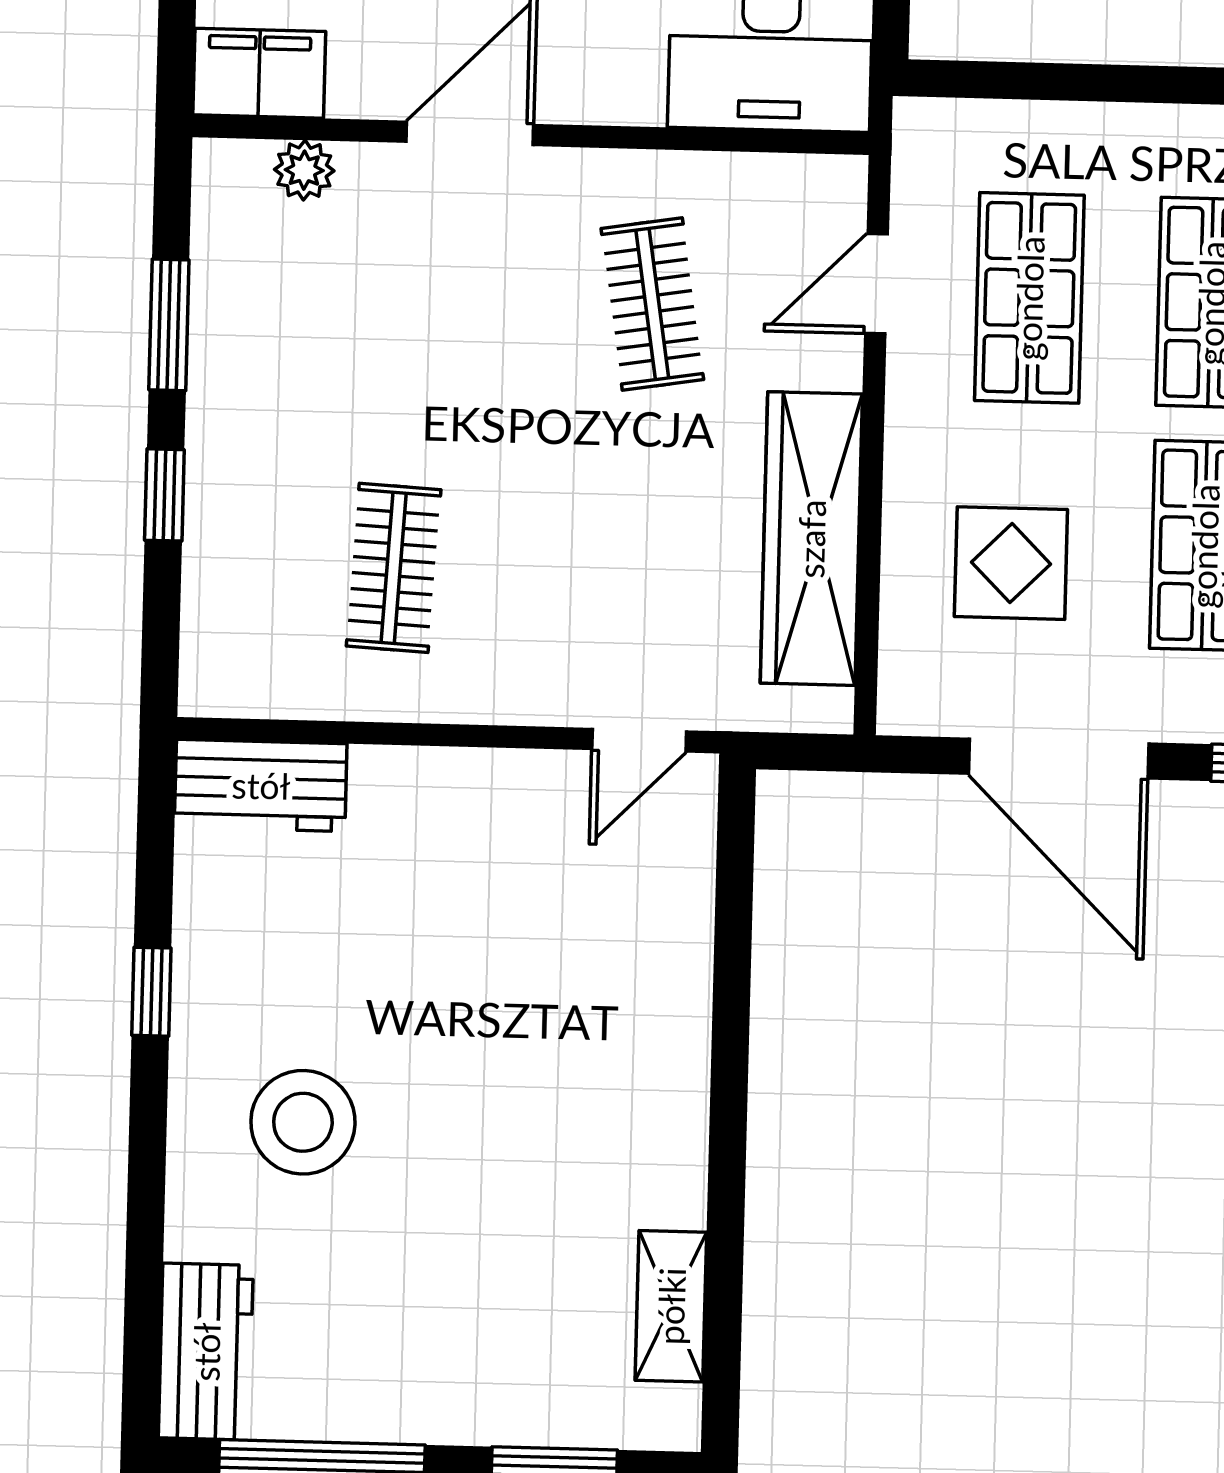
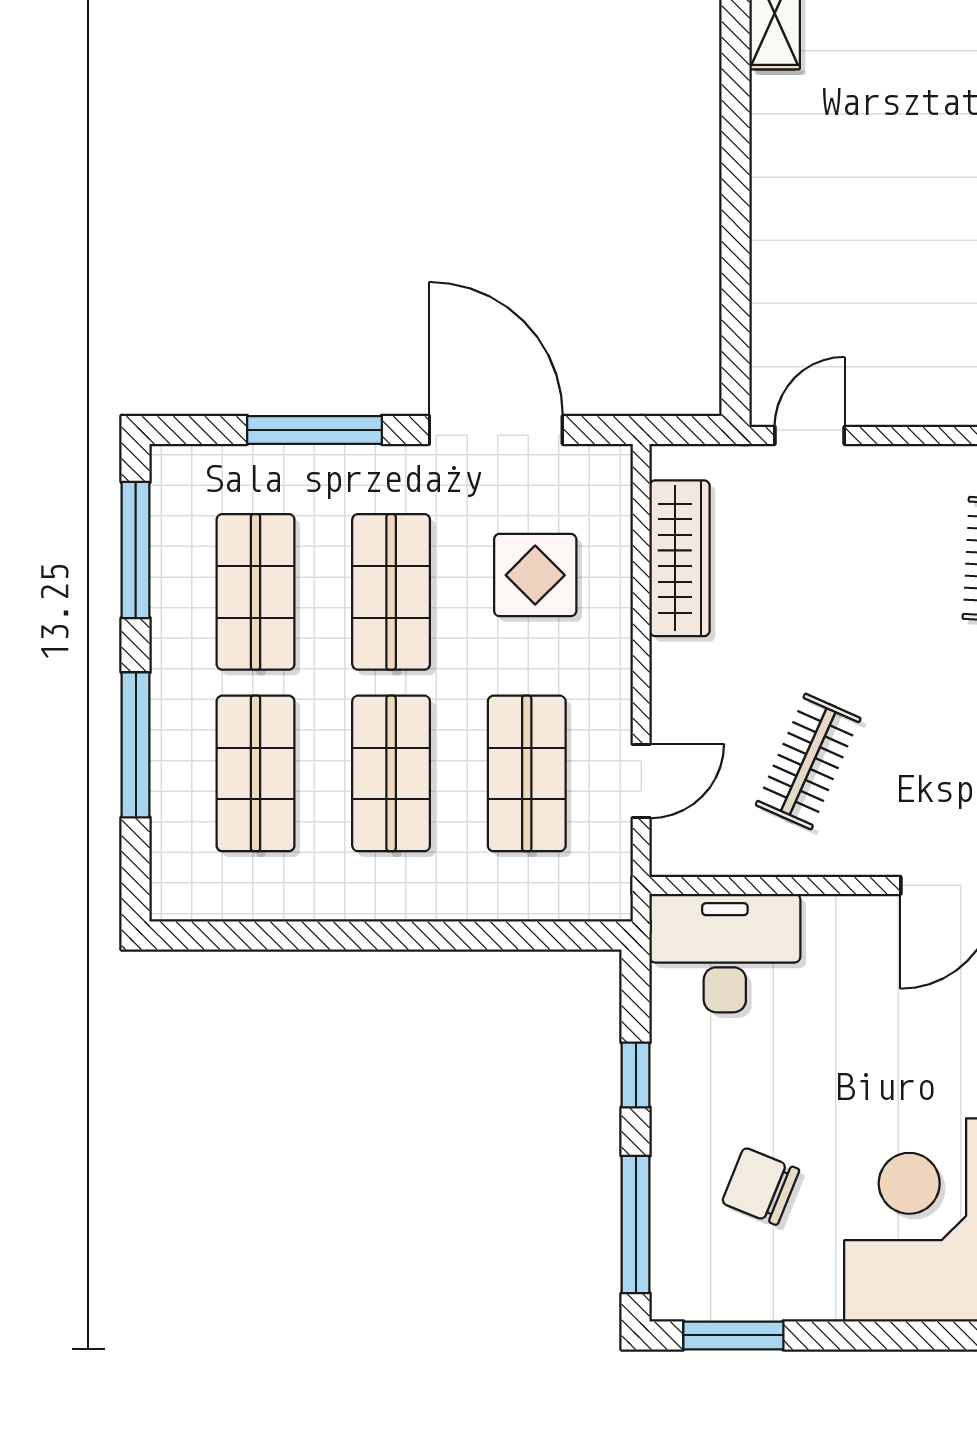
clothes rail: (652, 304) -> (808, 762), turned 33
wardrobe: (811, 539) -> (680, 558), width x0.71, depth x0.85

